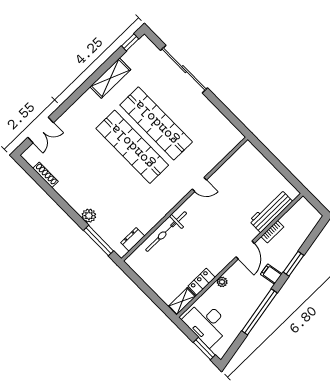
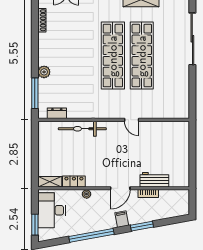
workbench: (271, 211) -> (154, 180), width x0.73

